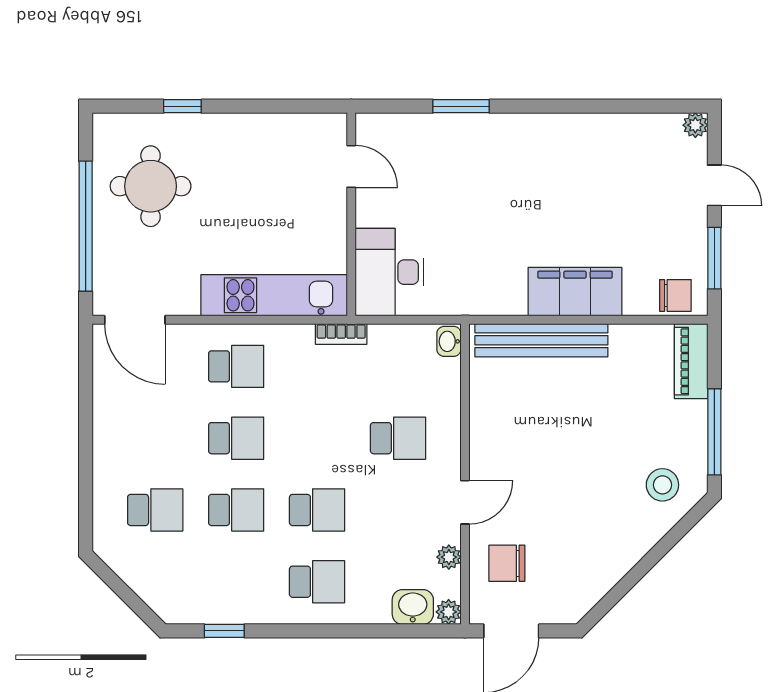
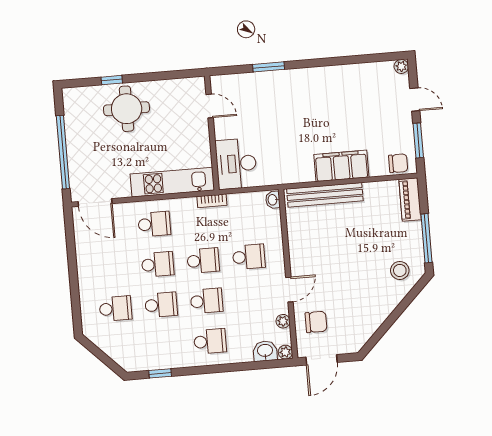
round table: (151, 186) -> (127, 109), moved
school desk: (317, 438) -> (203, 261), added
chair: (507, 563) -> (316, 322), turned 180

